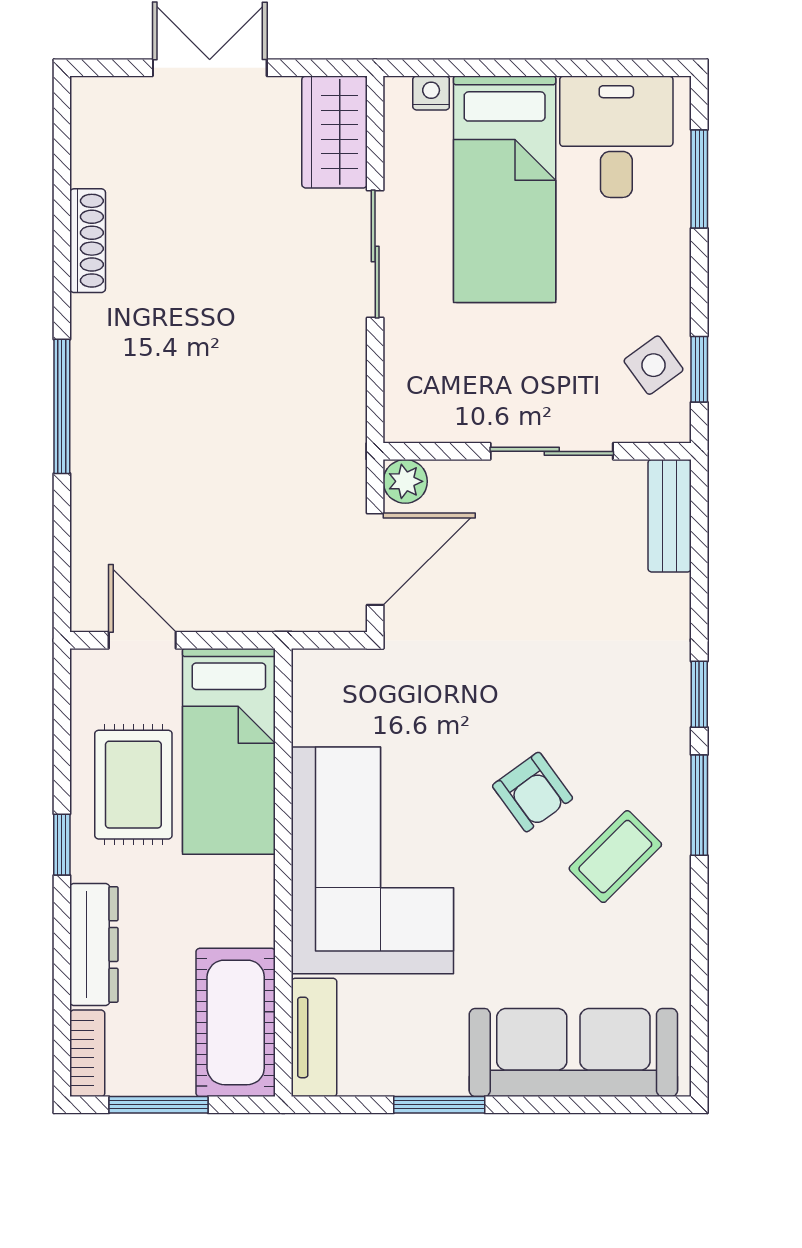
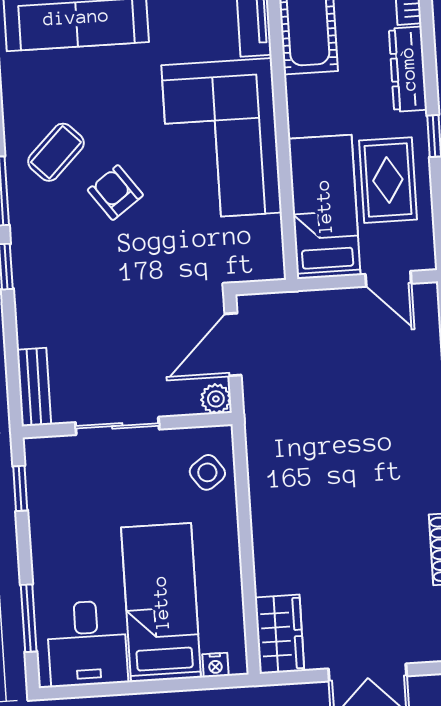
sliding door: (375, 254) -> (246, 553), removed
side table: (654, 365) -> (207, 472), moved

